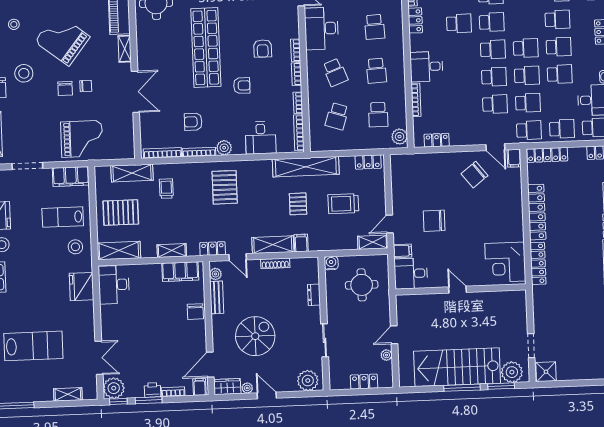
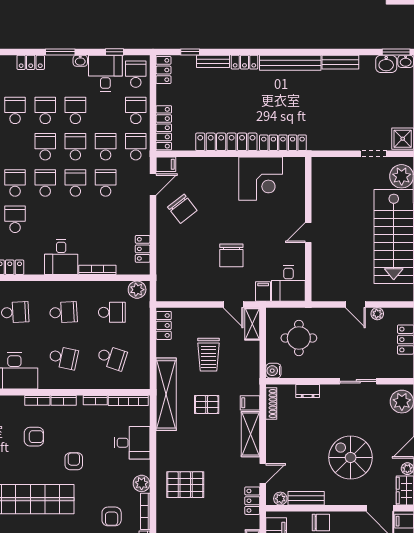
school desk: (335, 72) -> (63, 358), turned 33
corner desk: (505, 262) -> (261, 179), moved
shoe rack: (275, 263) -> (271, 404), moved

